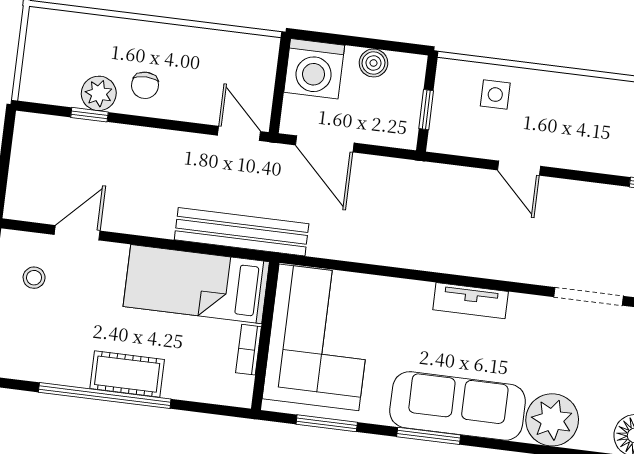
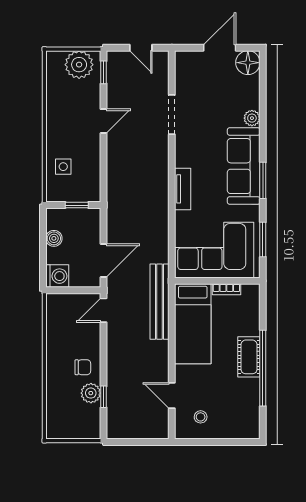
washing machine: (314, 69) -> (57, 276), width x0.73, depth x0.73
door: (519, 168) -> (104, 121), moved
doorway: (588, 296) -> (172, 115), moved
tv unit: (471, 301) -> (183, 189), moved
plant: (552, 420) -> (252, 118), width x0.53, depth x0.53

